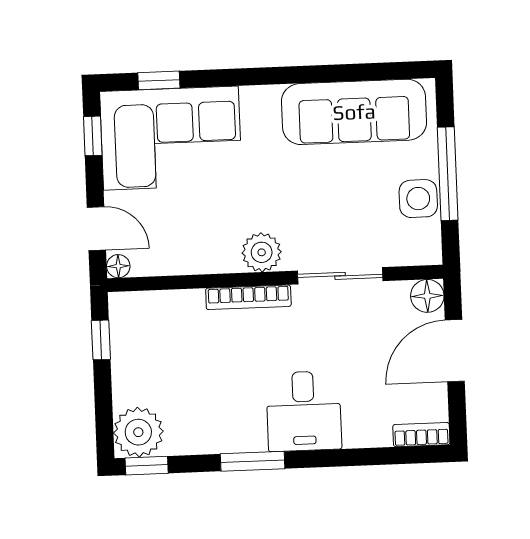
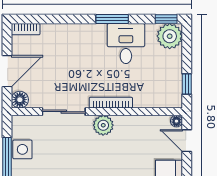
desk: (304, 411) -> (126, 44), moved

